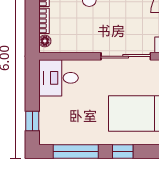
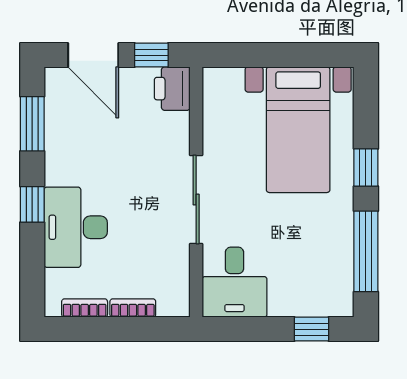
floor lamp: (45, 41) -> (169, 307), removed
sliding door: (126, 56) -> (196, 199), moved

